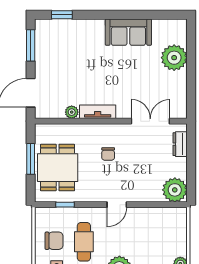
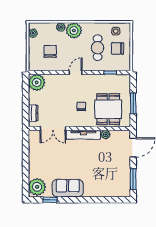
window: (62, 15) -> (50, 200), moved
plant: (174, 58) -> (37, 187), moved
tv unit: (98, 112) -> (83, 135), width x1.41
dining table: (58, 168) -> (108, 109), moved
chair: (155, 236) -> (50, 51), added

